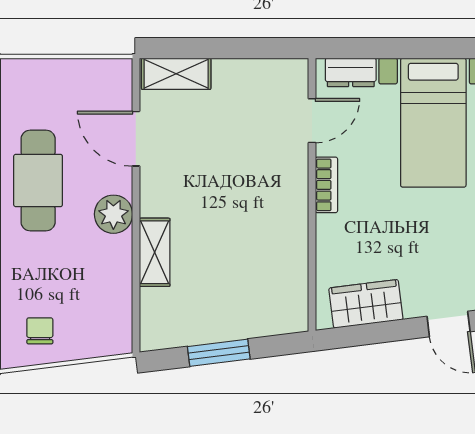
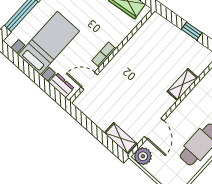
plant: (113, 214) -> (143, 156), moved
window: (219, 353) -> (192, 31), width x0.67

